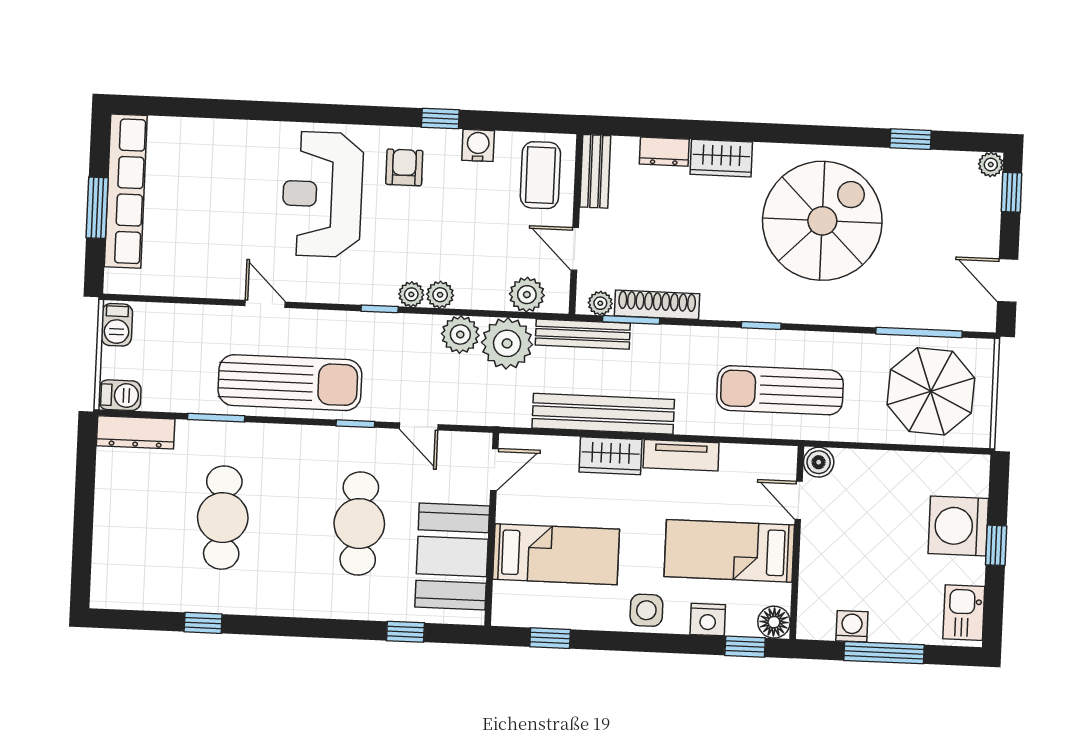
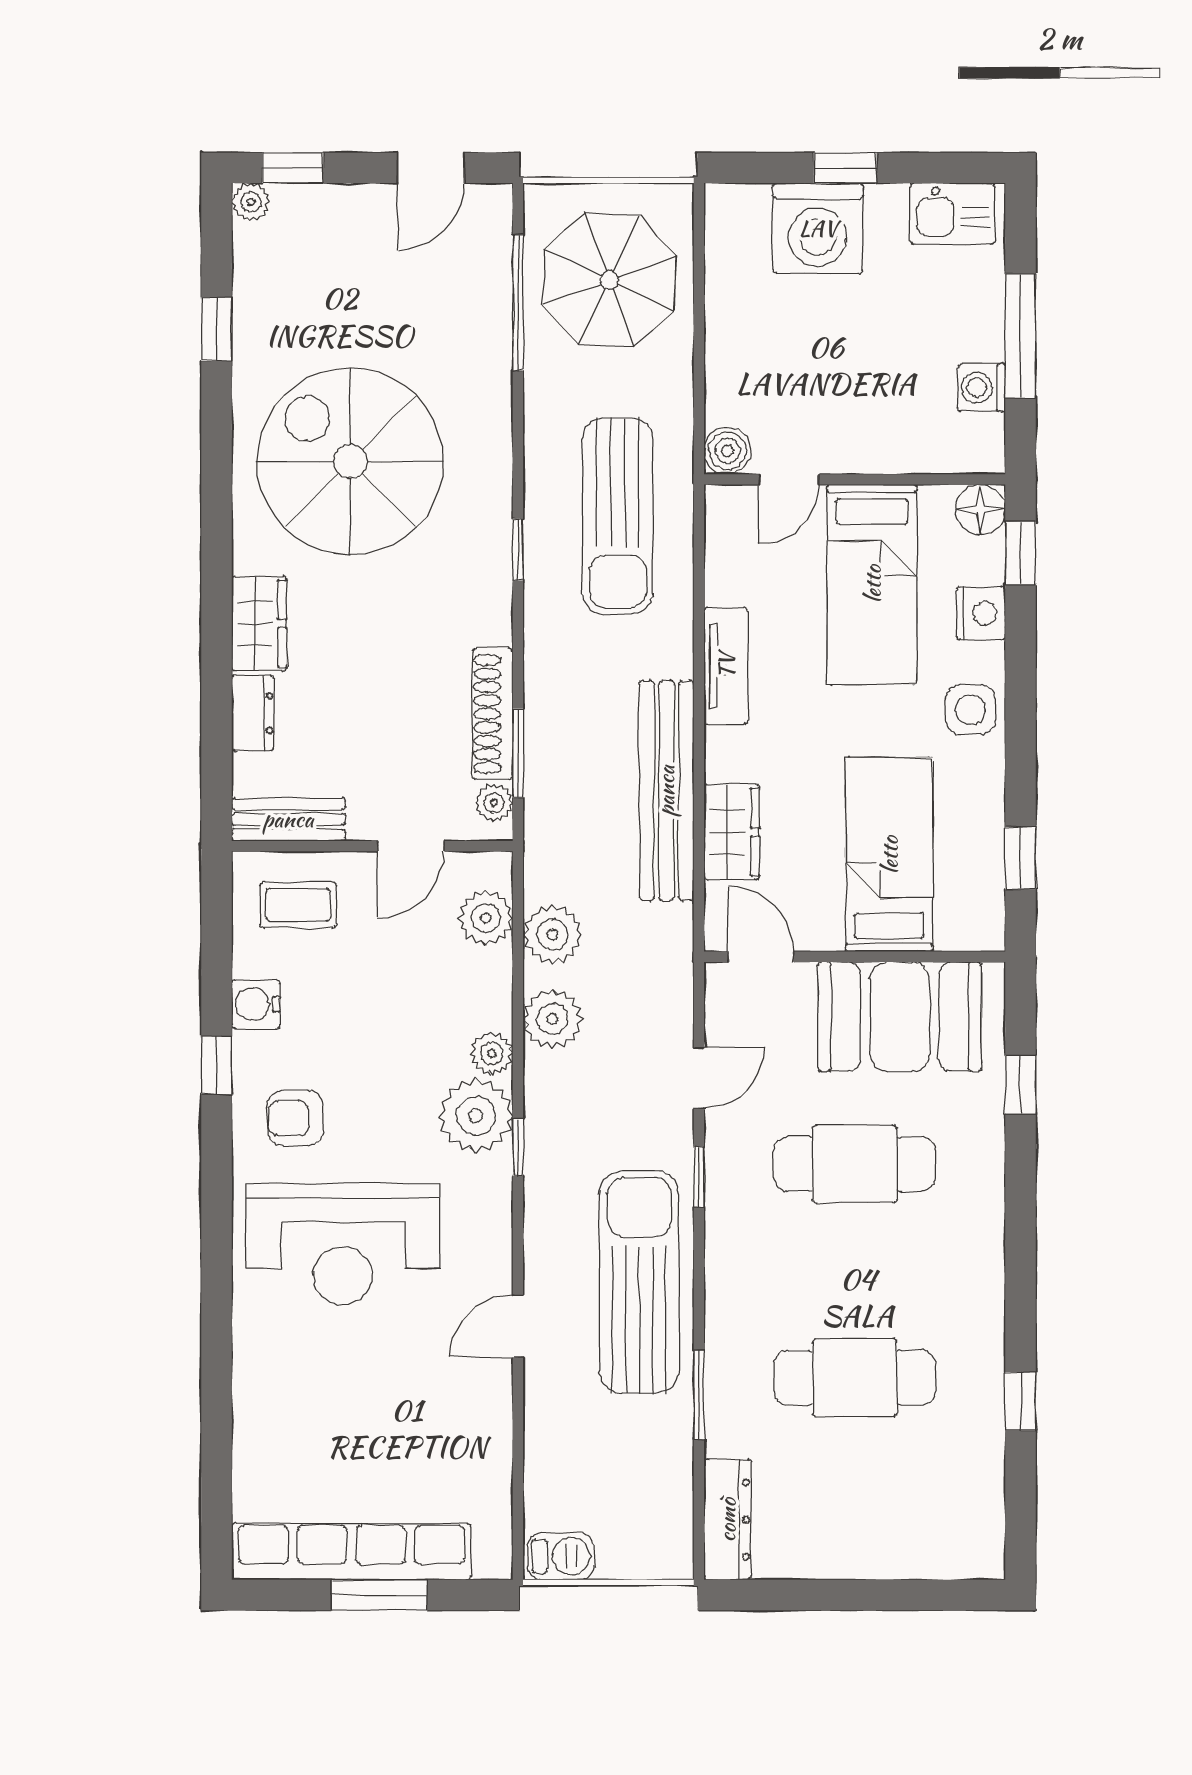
coffee table: (540, 175) -> (298, 905), width x0.73, depth x0.77
plant: (411, 294) -> (476, 1116), width x1.88, depth x1.88
bench: (583, 334) -> (544, 828), removed
plant: (507, 343) -> (552, 935), width x0.73, depth x0.73
barbecue: (120, 395) -> (670, 1547), removed
wardrobe: (610, 456) -> (732, 832), moved

